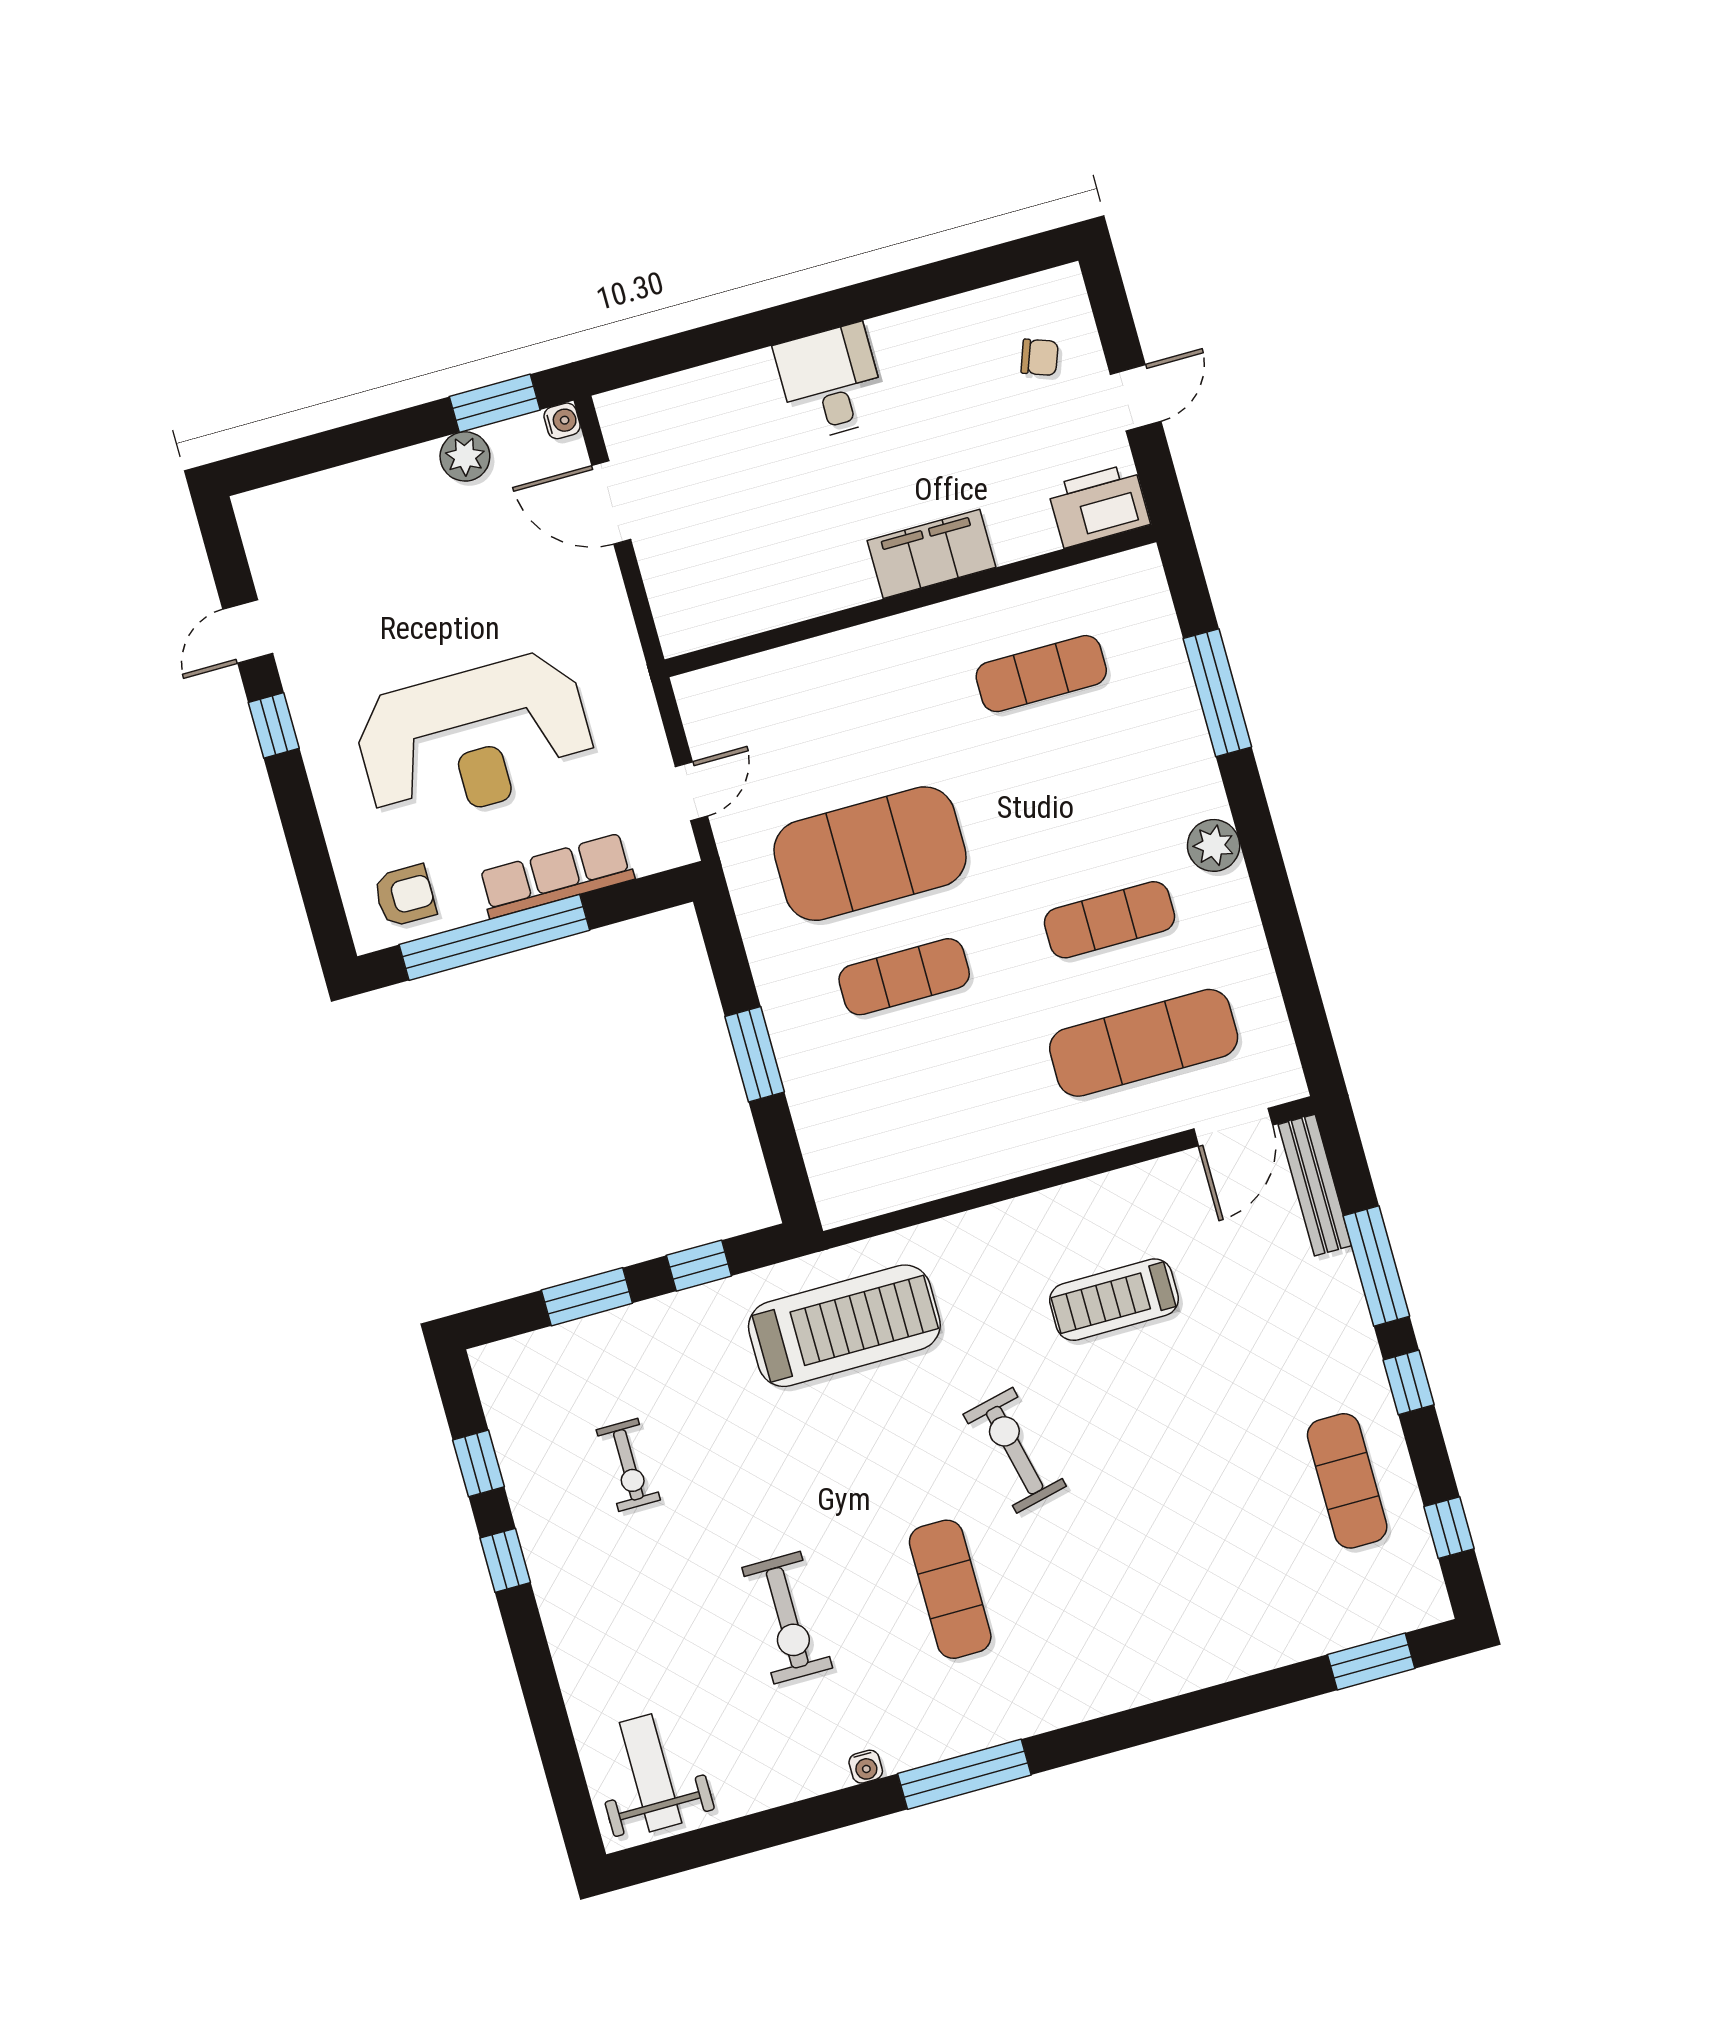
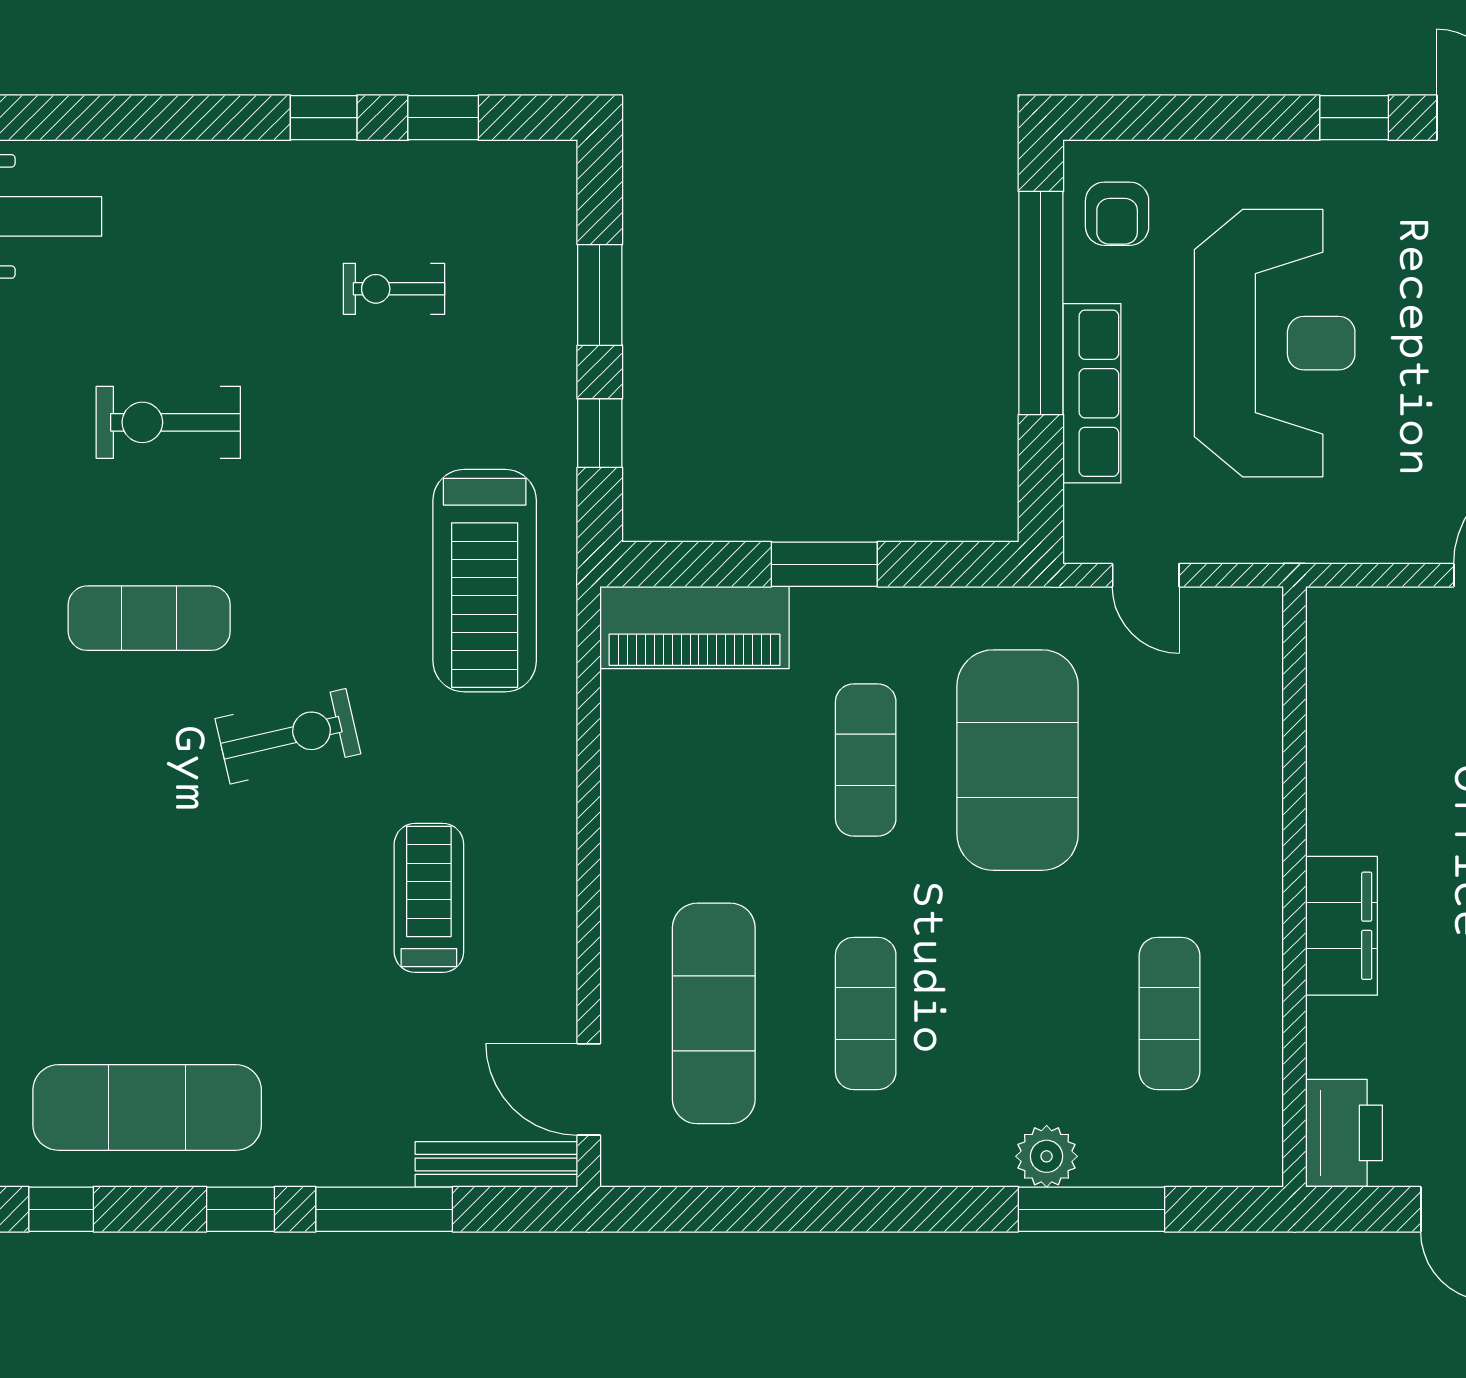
reception desk: (474, 739) -> (1275, 343), turned 180
plant: (1214, 845) -> (1047, 1156), moved
piano: (835, 1145) -> (694, 627), added
exercise mat: (1347, 1481) -> (147, 1107), width x1.36, depth x1.45

